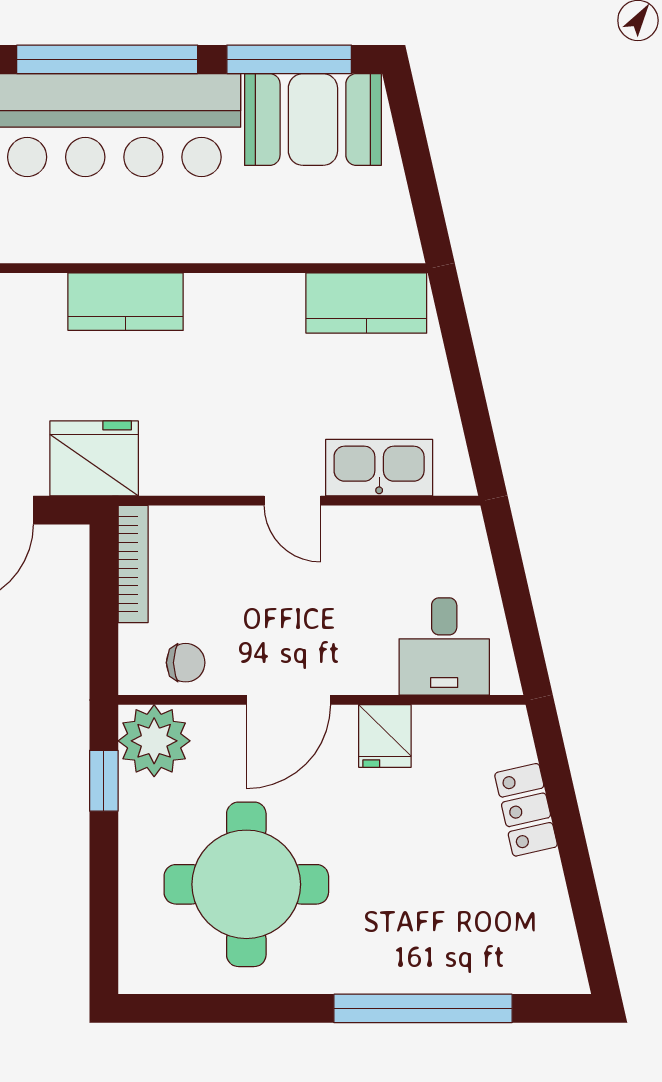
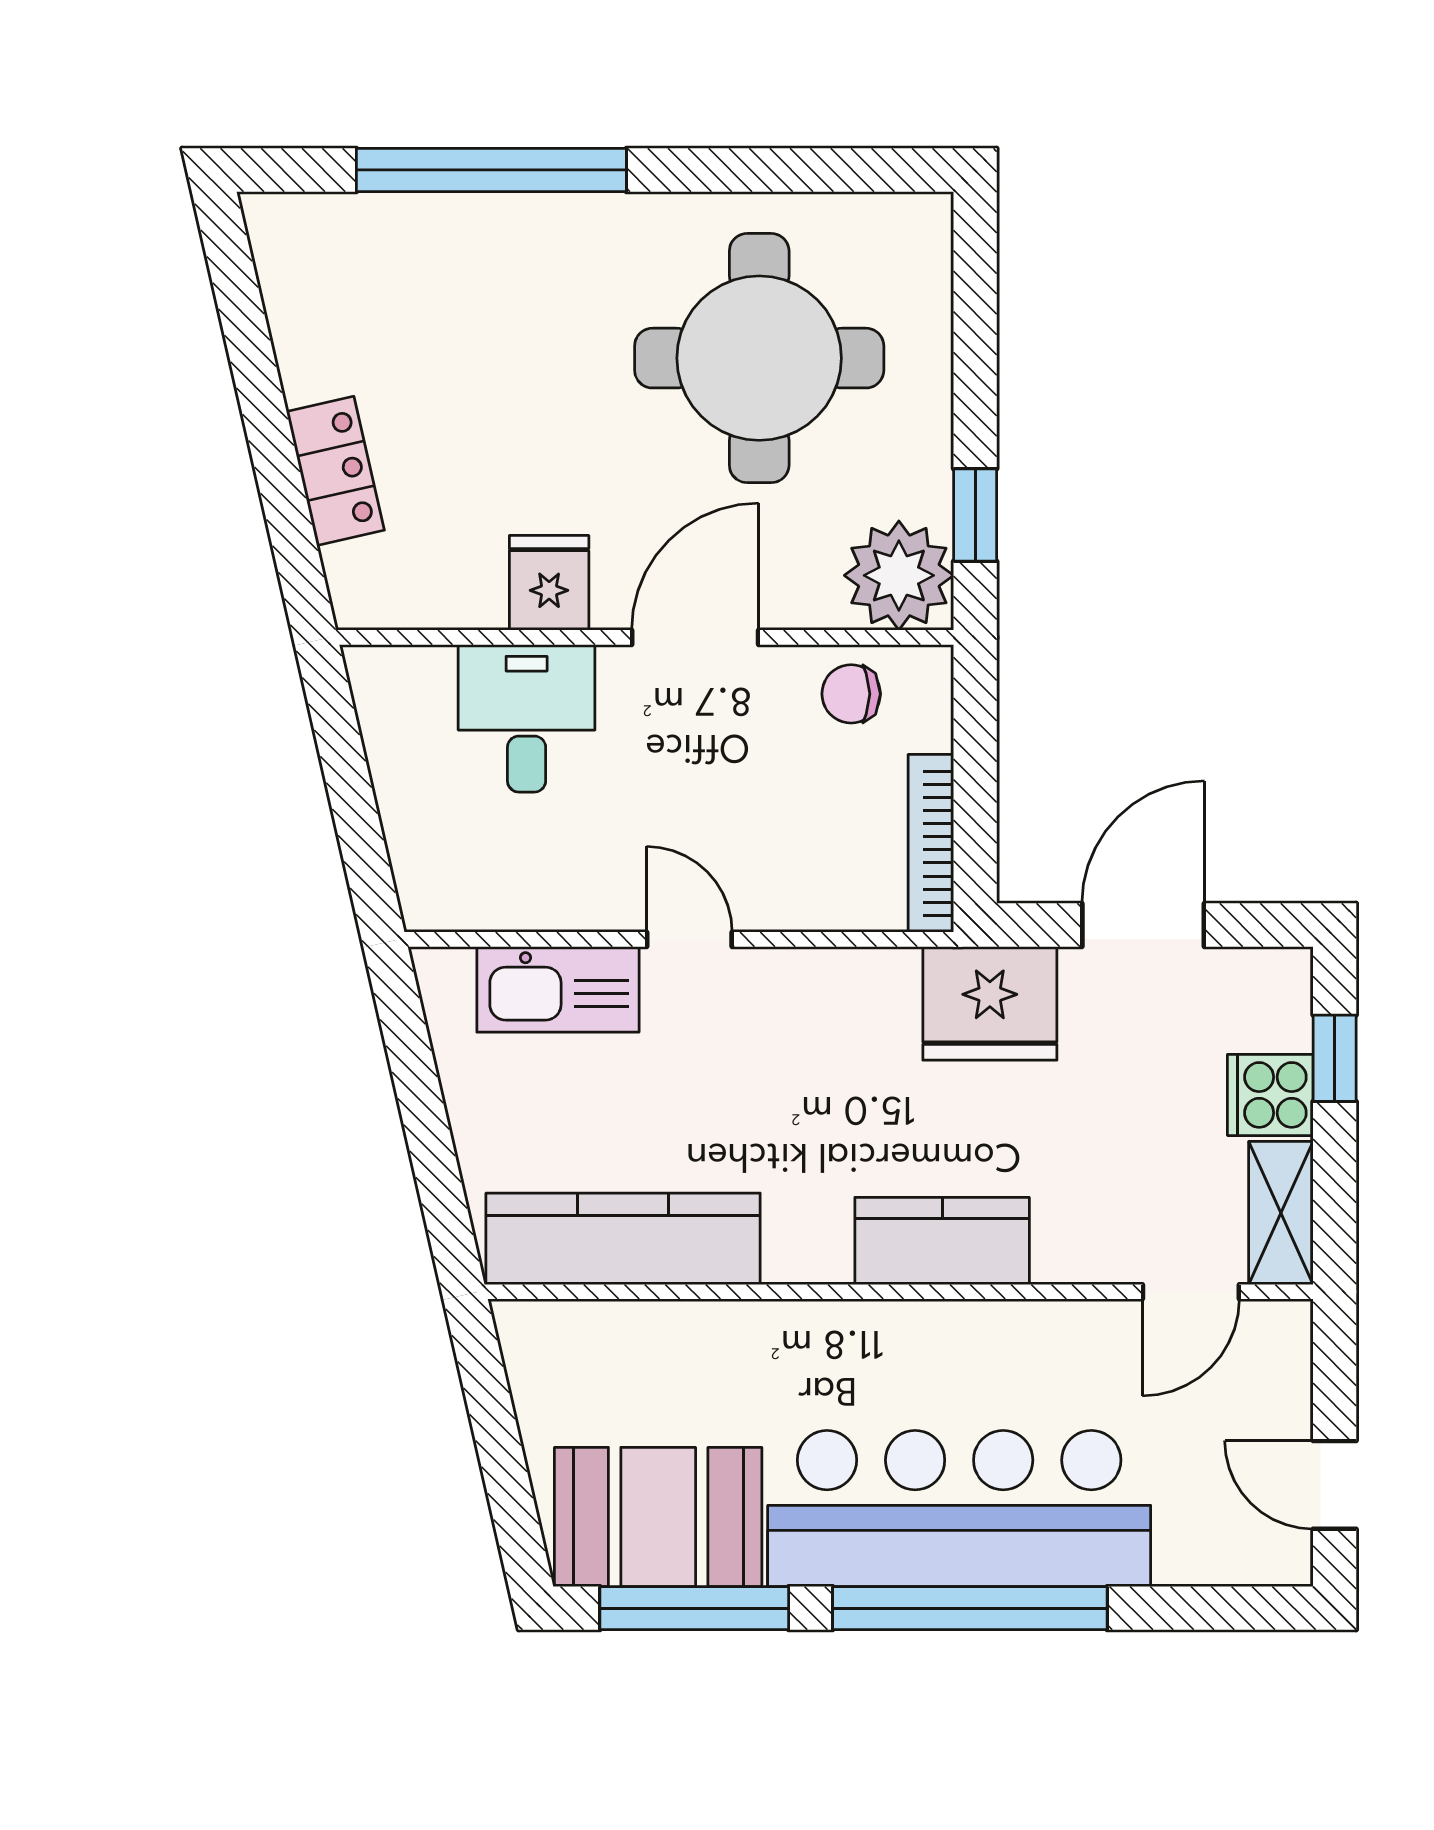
kitchen counter: (366, 303) -> (623, 1239), width x1.50
desk: (444, 647) -> (527, 718), moved

